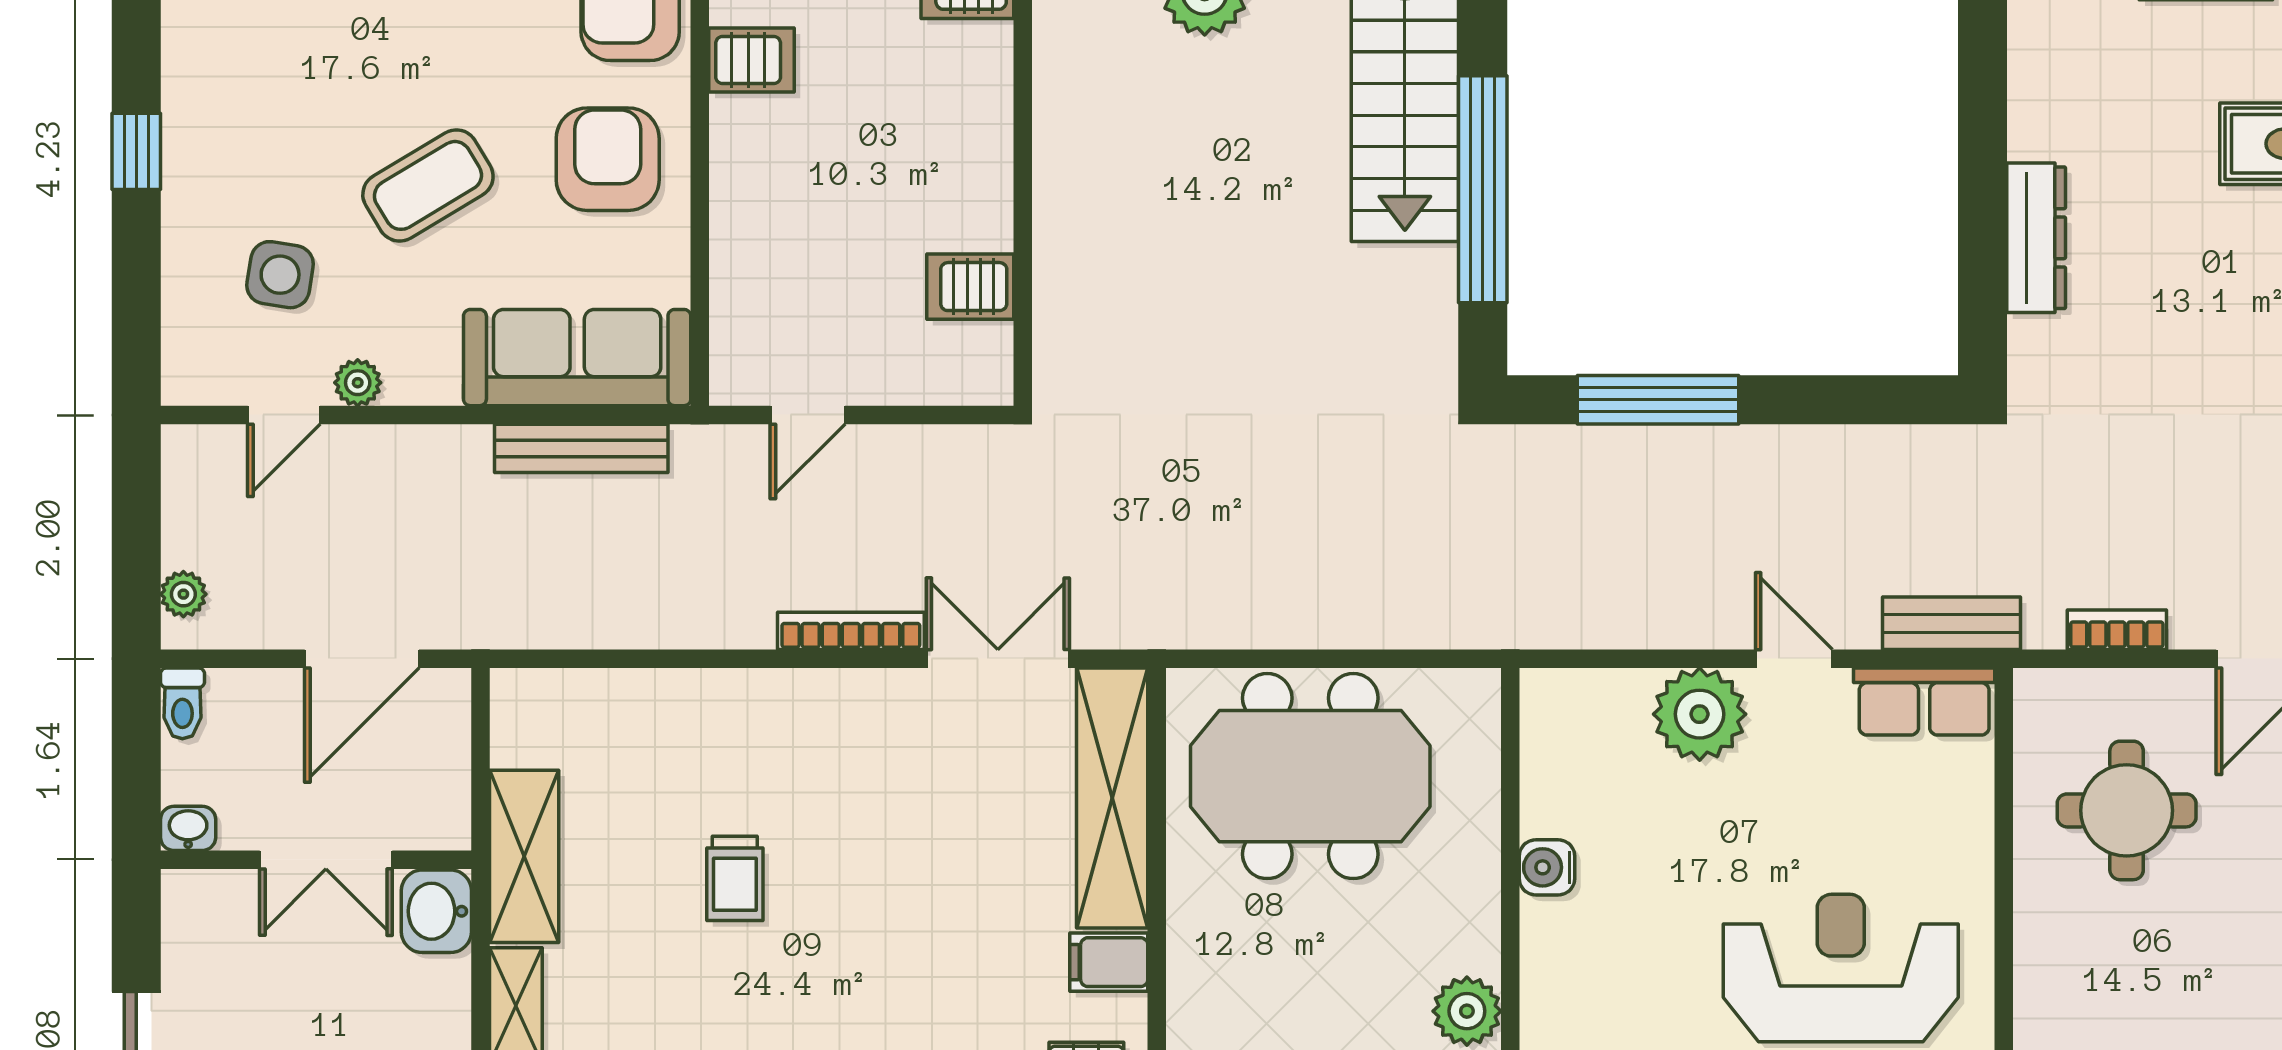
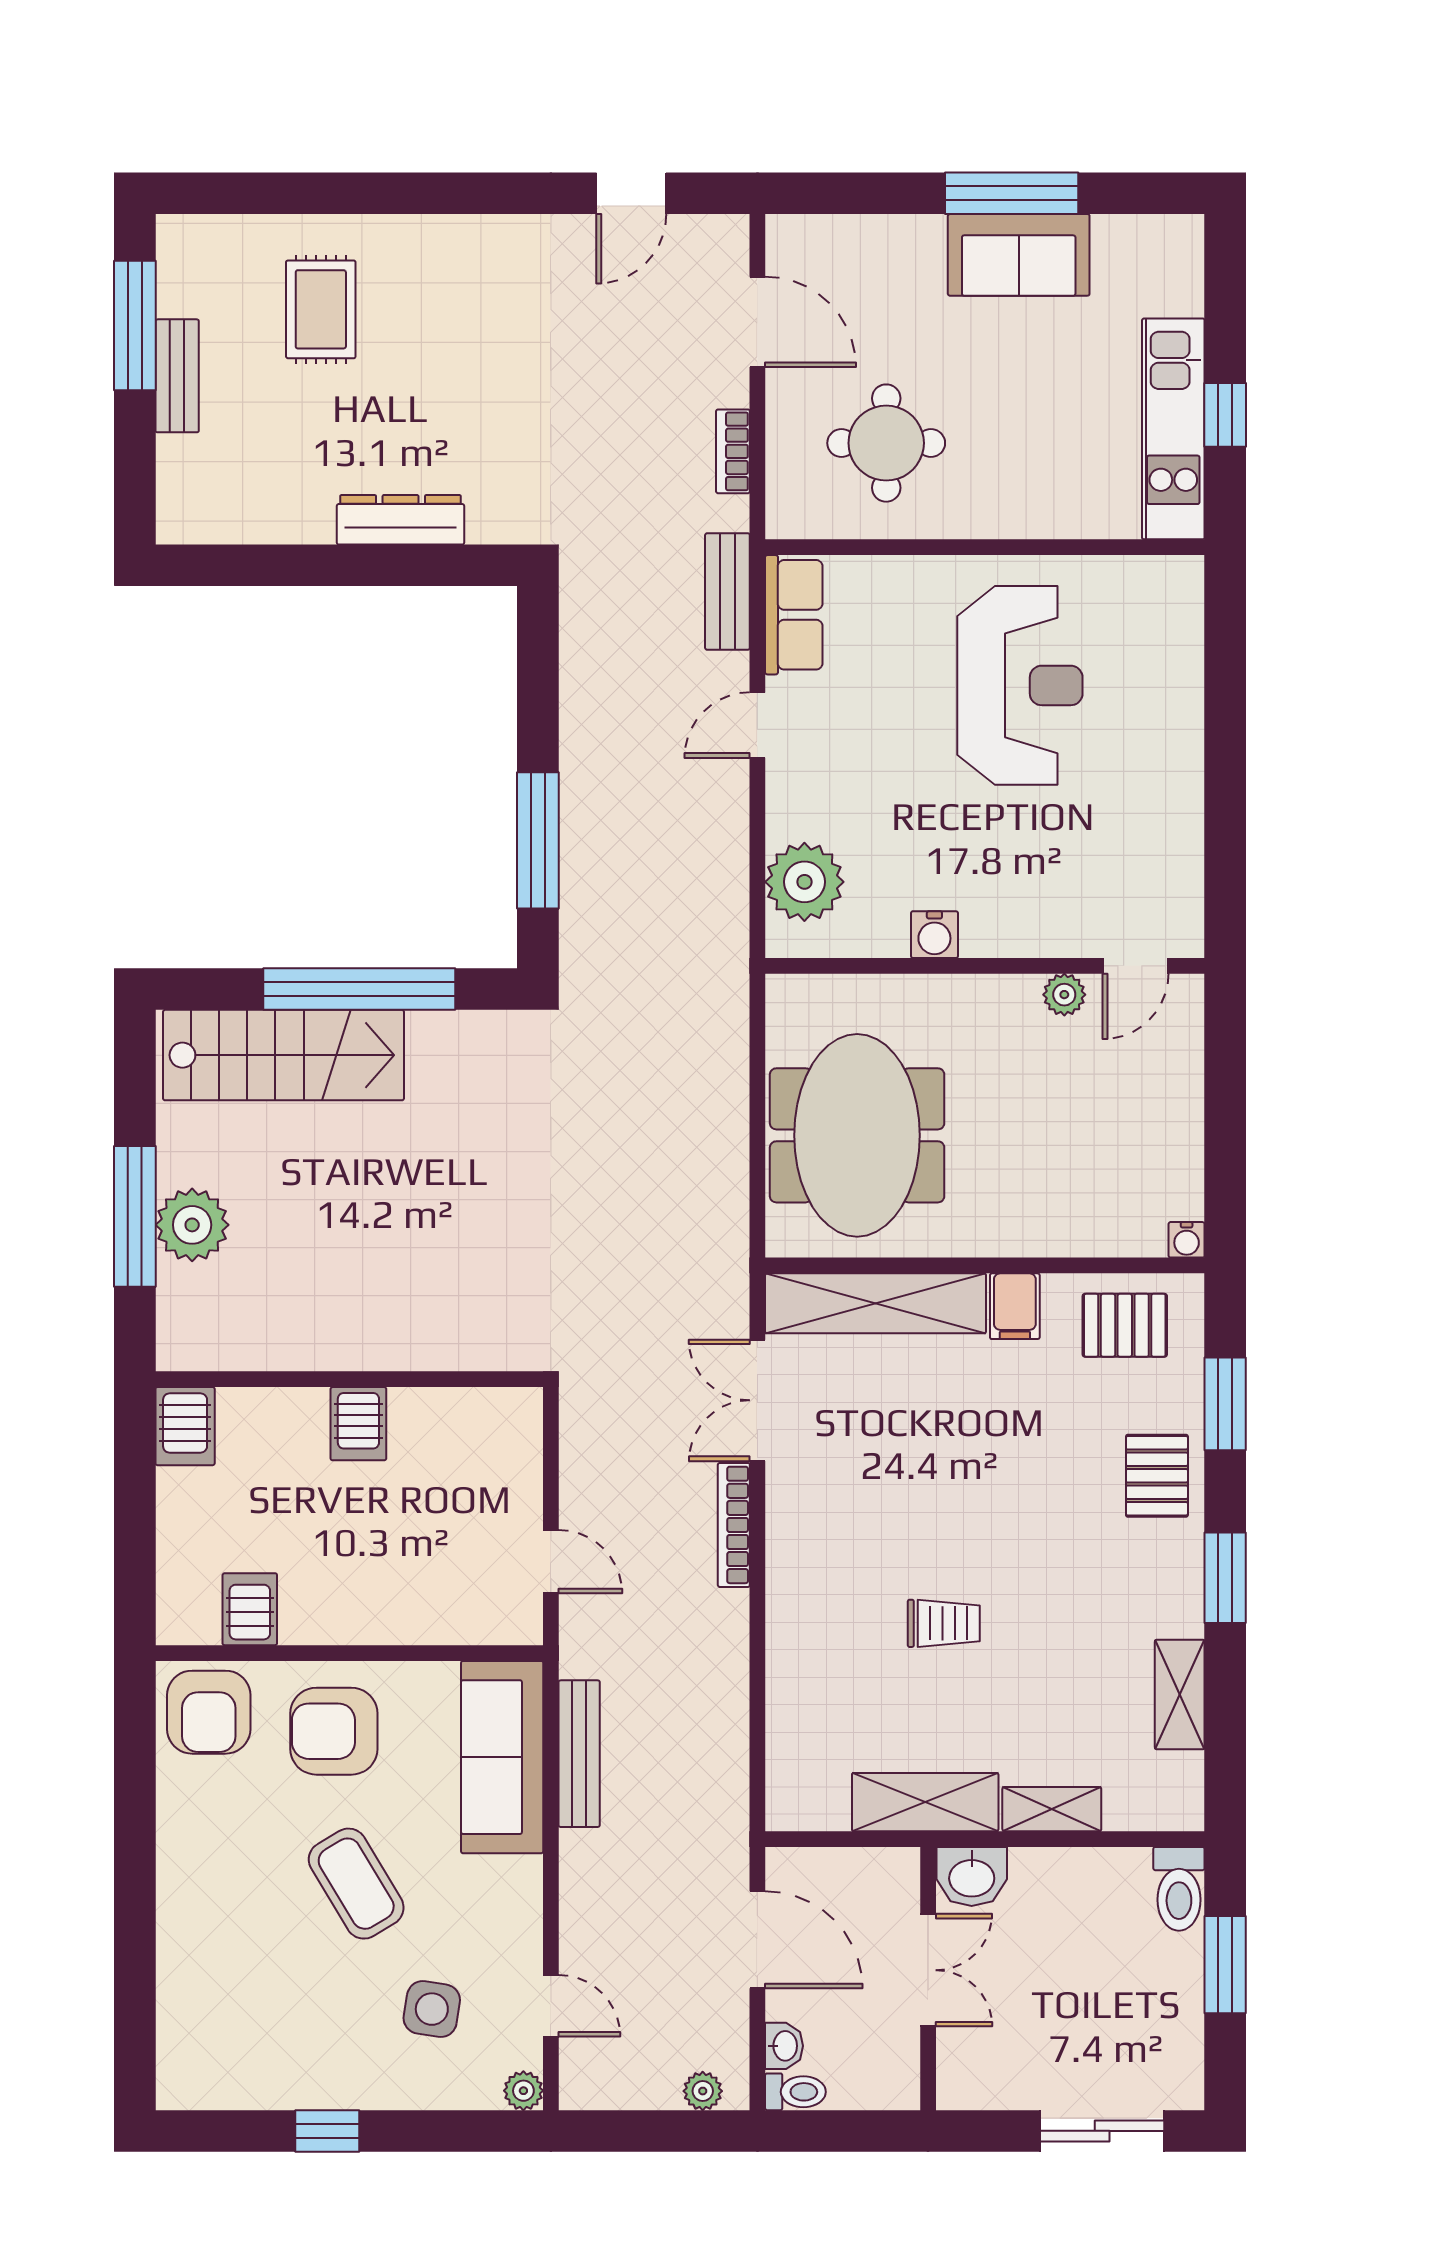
server rack: (970, 287) -> (358, 1424), moved
plant: (358, 383) -> (523, 2091), moved
plant: (1700, 714) -> (804, 882), moved
washbasin: (188, 828) -> (784, 2046), moved, turned 180
reception desk: (1841, 968) -> (1020, 685), turned 180
plant: (1467, 1011) -> (1064, 995), width x0.73, depth x0.73

